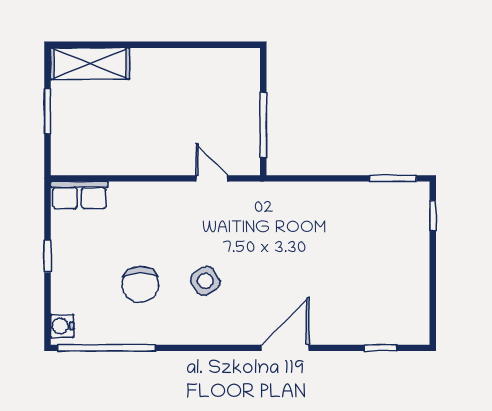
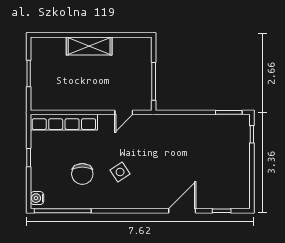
shelving: (90, 64) -> (89, 46), moved
door: (212, 178) -> (124, 112), swing flipped
row of seats: (79, 195) -> (64, 122), width x2.02
door: (285, 348) -> (182, 211), moved

